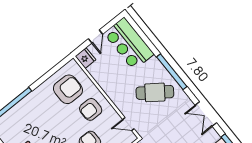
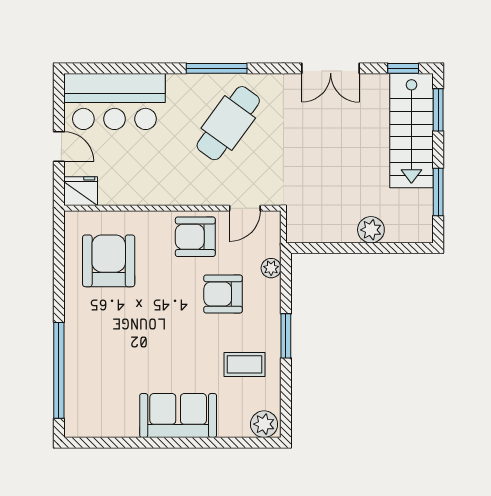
window: (172, 72) -> (217, 68), width x0.68
armchair: (91, 109) -> (195, 237), moved, turned 90

